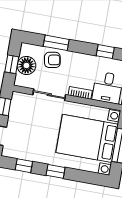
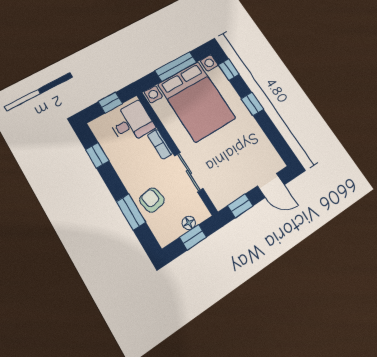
floor lamp: (26, 65) -> (189, 223), width x0.53, depth x0.53
window: (24, 166) -> (229, 69), moved

